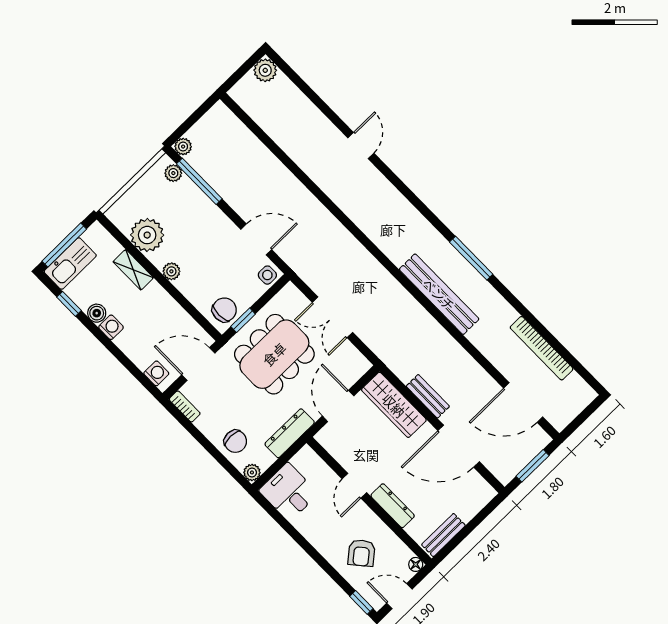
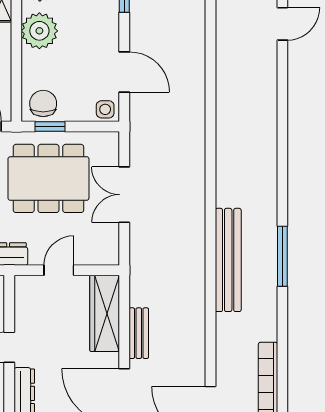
door: (361, 145) -> (282, 24), moved
plant: (171, 271) -> (39, 31), width x1.87, depth x1.87
chair: (224, 310) -> (43, 103), turned -90
door: (338, 406) -> (59, 270), width x0.73

